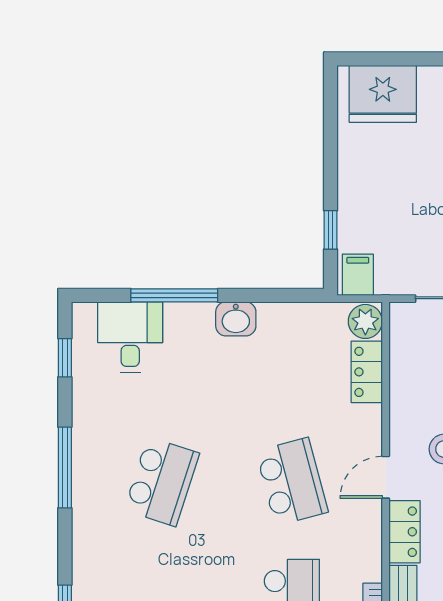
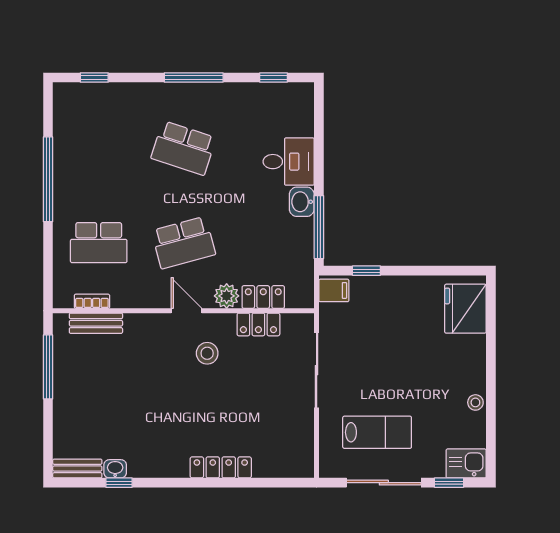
window: (174, 295) -> (319, 227), moved
plant: (365, 321) -> (227, 296), moved
desk: (130, 337) -> (289, 162), moved
locker: (404, 532) -> (258, 324), moved

